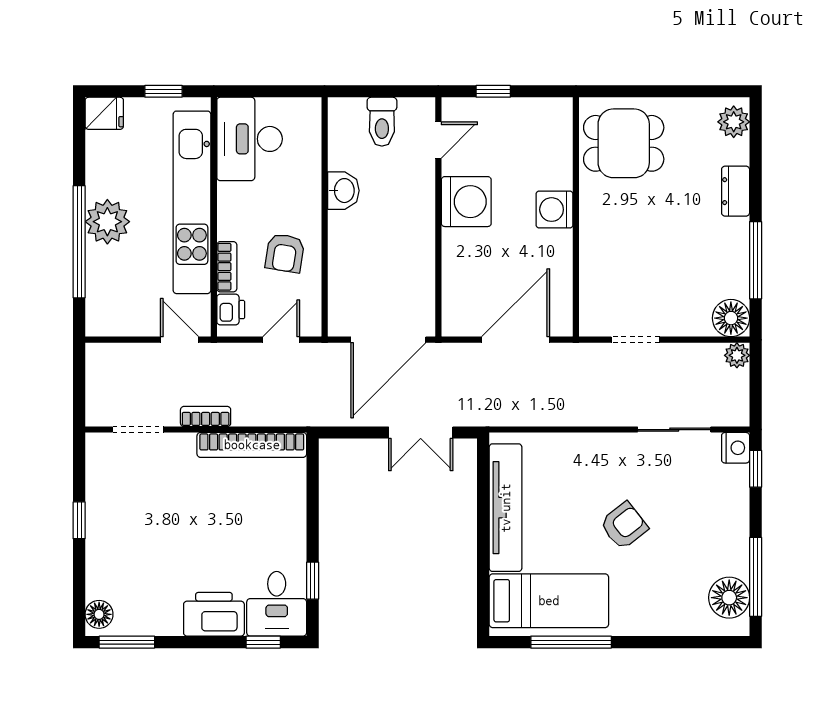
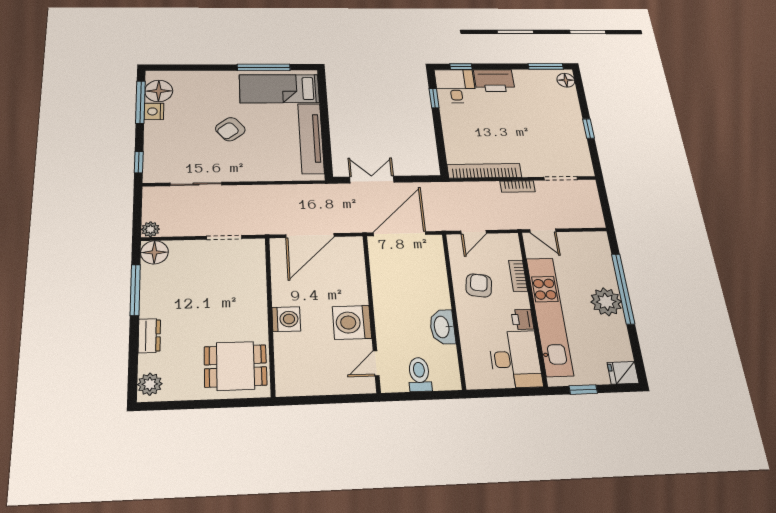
window: (493, 91) -> (337, 399), removed
washbasin: (343, 191) -> (442, 327), width x1.38
printer: (231, 310) -> (522, 319), moved
nightstand: (736, 448) -> (154, 111), moved

